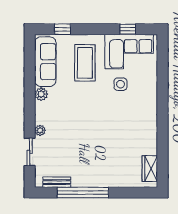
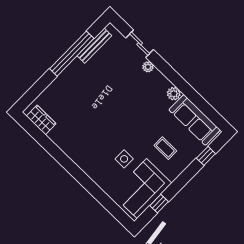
coffee table: (85, 63) -> (165, 148), width x0.54, depth x0.58
bench: (57, 182) -> (94, 46), width x1.36

